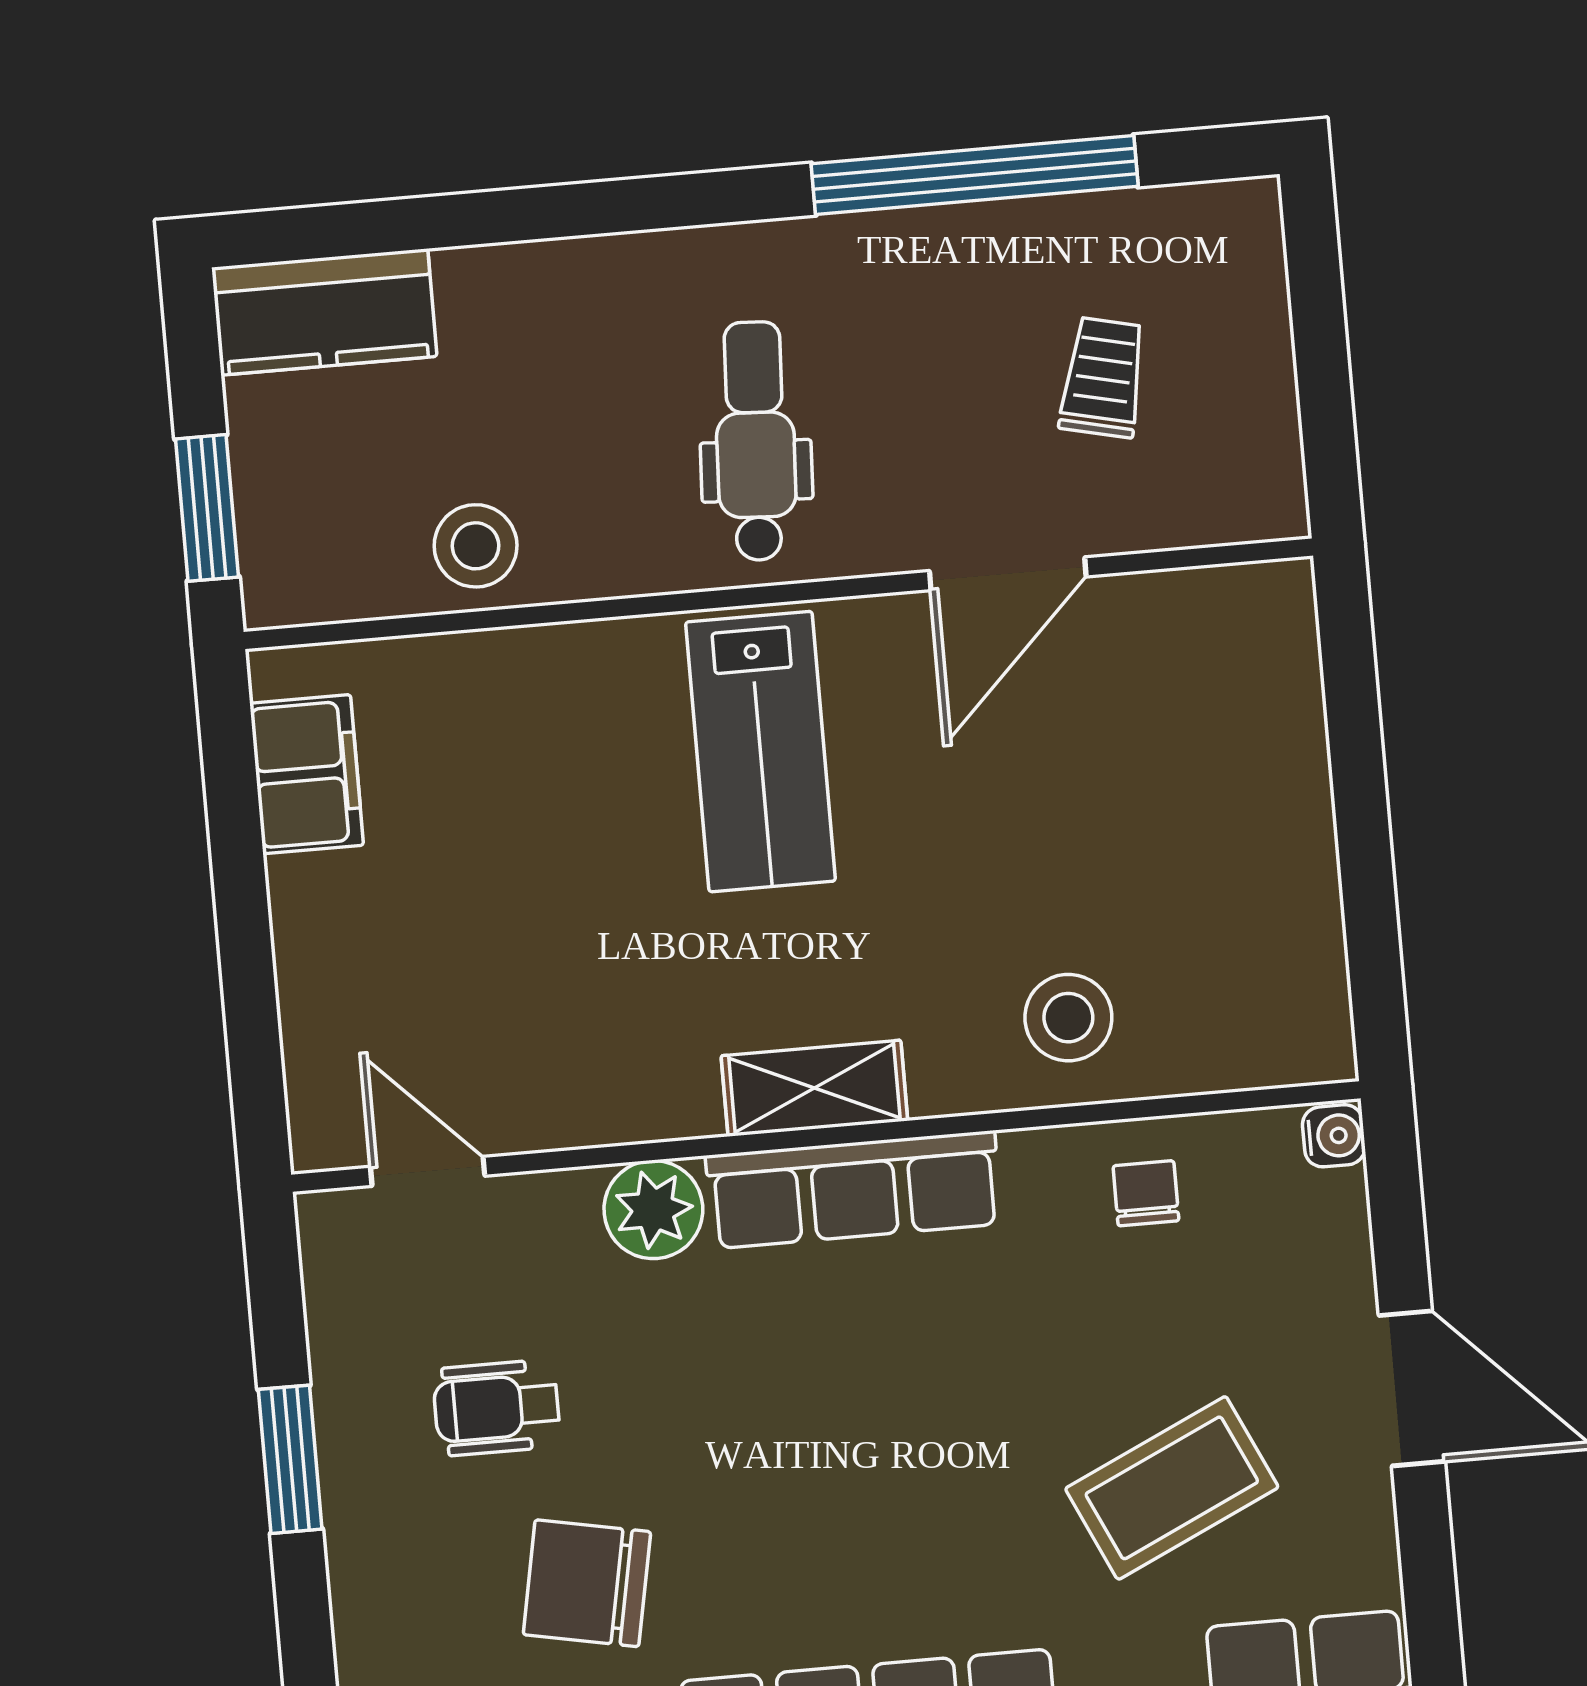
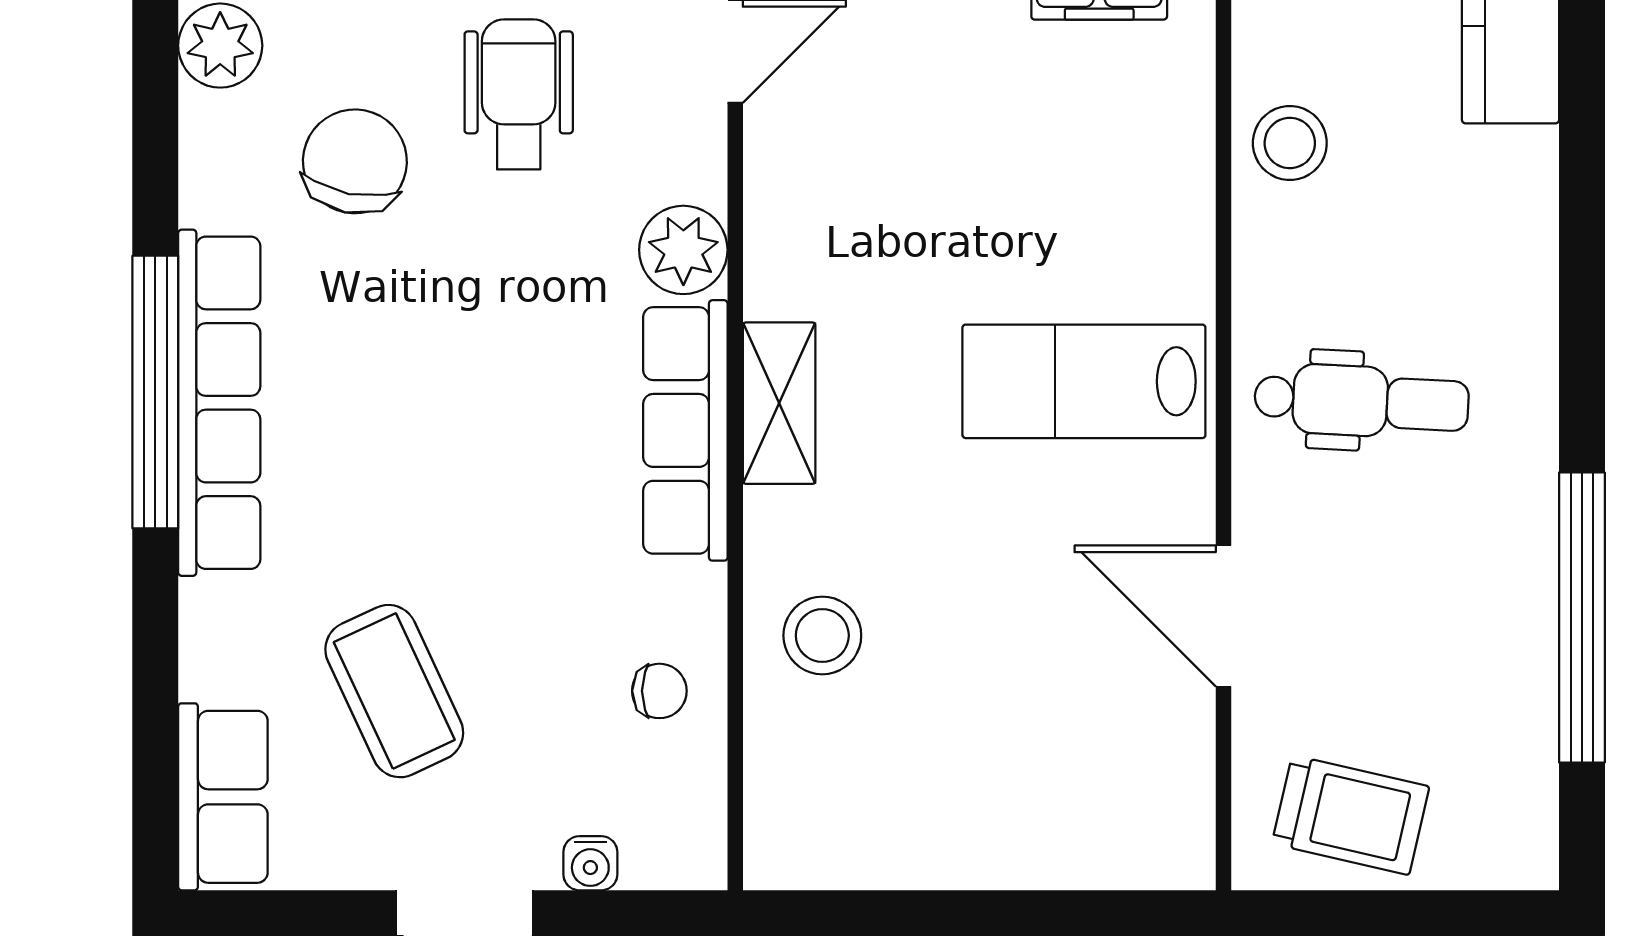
trolley: (1103, 377) -> (1351, 815), moved, width x1.36, depth x1.39
water cooler: (1334, 1136) -> (590, 863), moved
wheelchair: (497, 1408) -> (519, 94), width x1.36, depth x1.37

